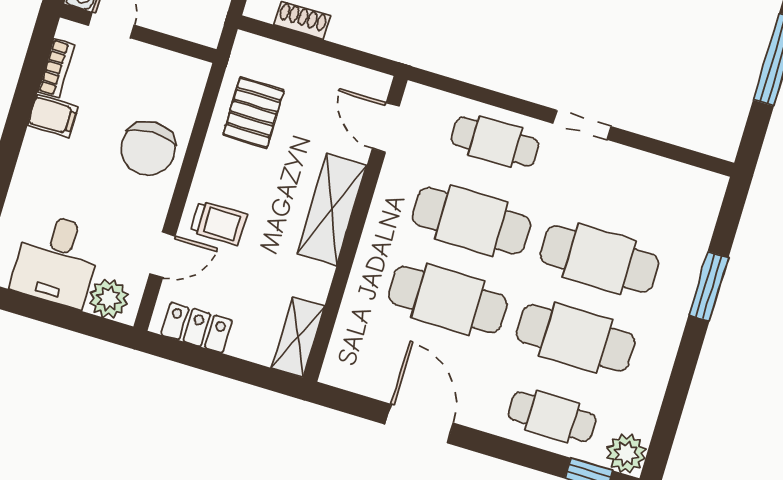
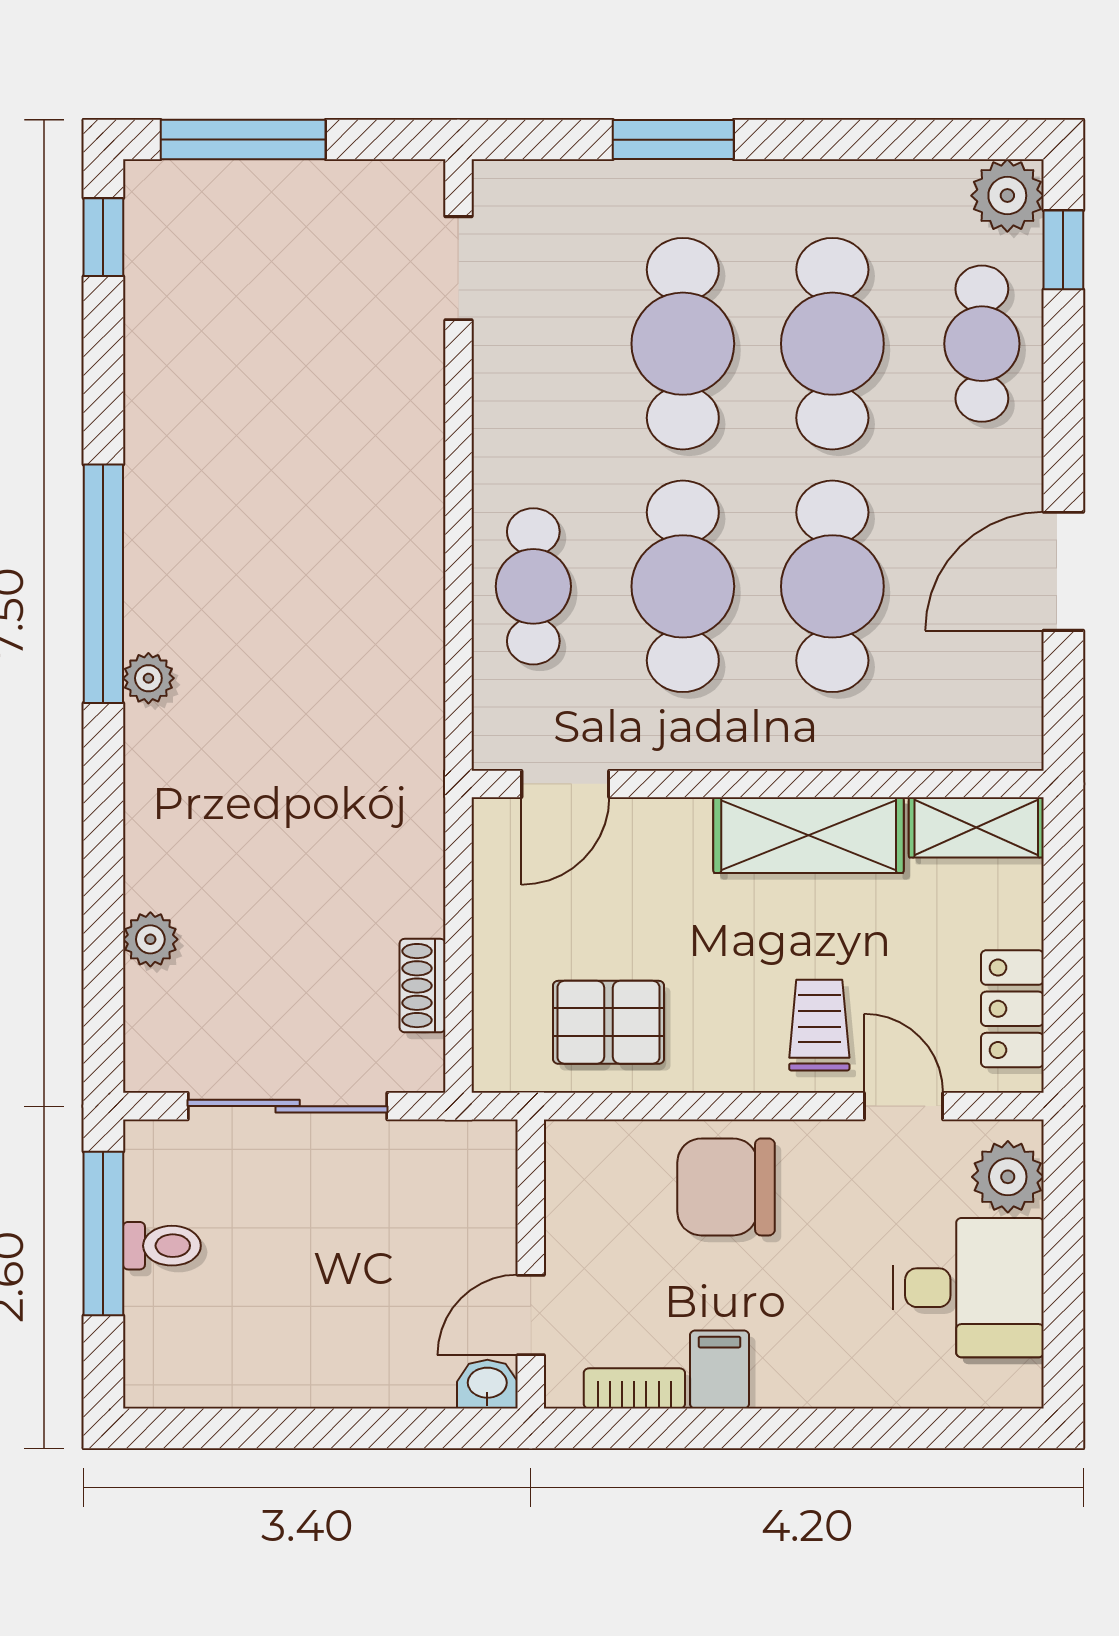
doorway: (582, 125) -> (458, 268), moved
chair: (148, 148) -> (726, 1187), turned 180
shelving: (332, 209) -> (809, 835), moved

